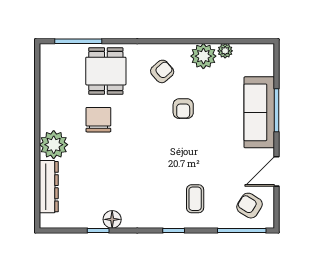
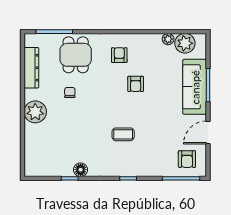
plant: (203, 56) -> (185, 43), moved
armchair: (162, 71) -> (119, 55), turned -49
chair: (98, 120) -> (70, 92), width x0.54, depth x0.54
dresser: (49, 187) -> (31, 68), moved
coffee table: (195, 199) -> (123, 134), moved, turned 90
armchair: (249, 206) -> (187, 159), turned -122

